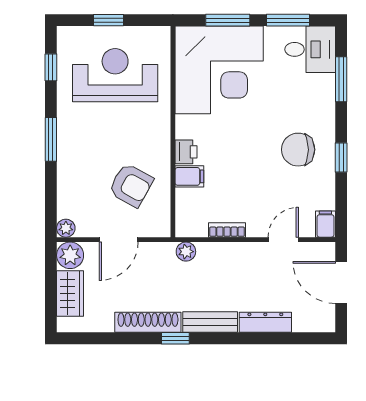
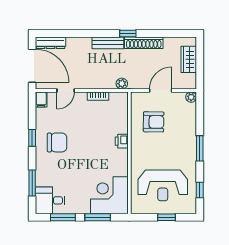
corner desk: (219, 70) -> (109, 195), width x0.74, depth x0.74
filing cabinet: (189, 176) -> (120, 127), removed
armchair: (131, 185) -> (154, 122), turned 152
plant: (70, 255) -> (189, 81), removed
door: (341, 282) -> (32, 66), width x1.36
dresser: (265, 322) -> (50, 43), moved

